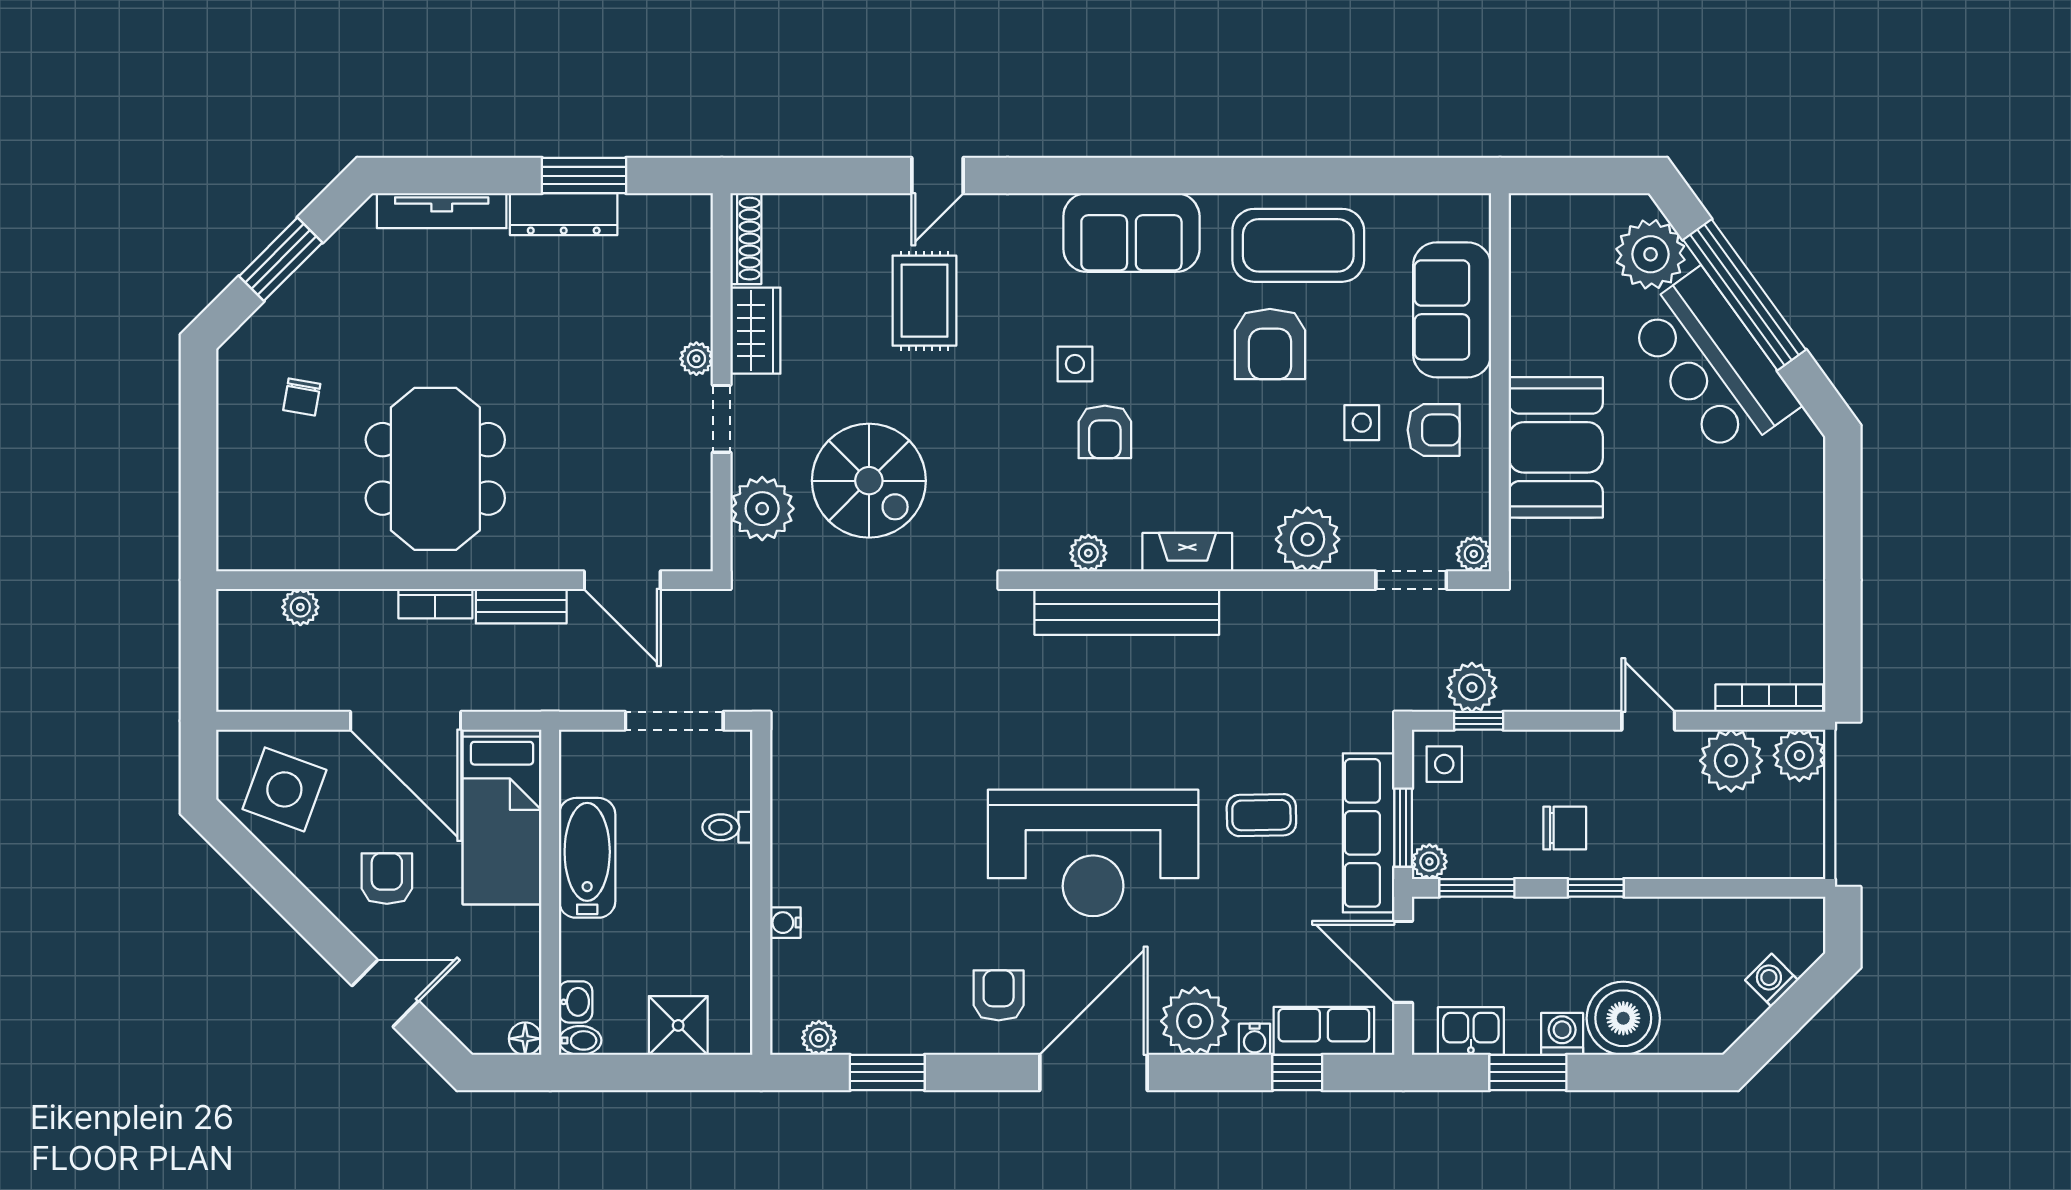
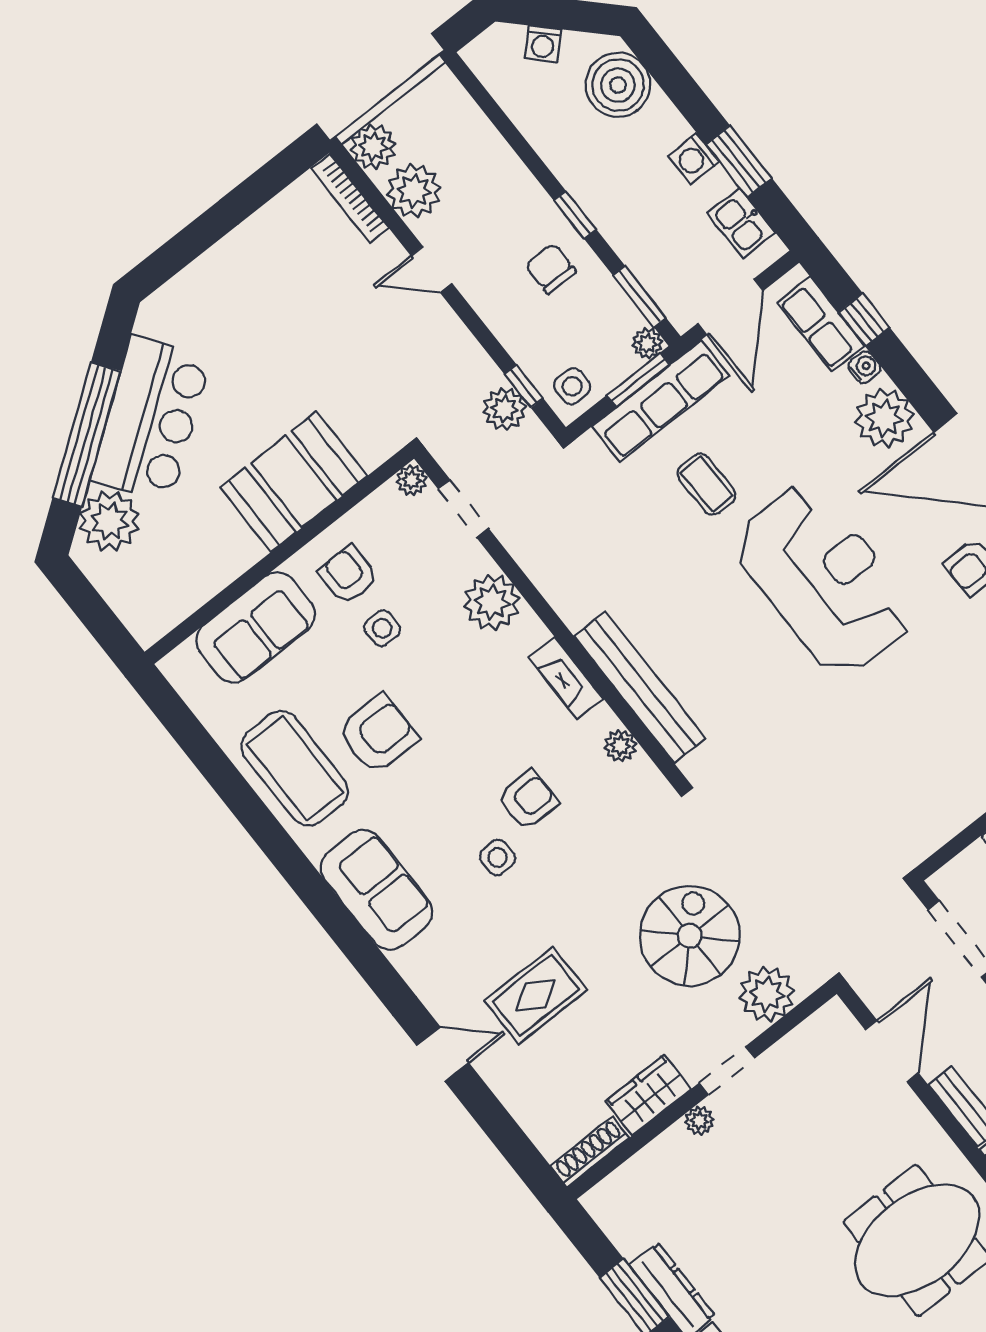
door: (1648, 721) -> (432, 269), hinge flipped
boiler: (1623, 1018) -> (618, 85), moved

